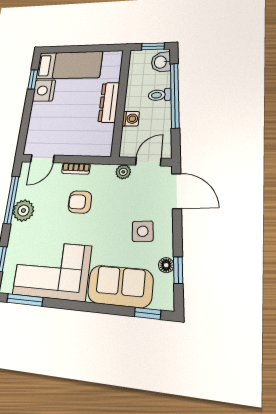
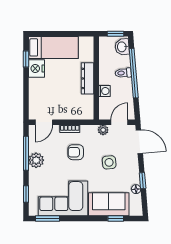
side table: (143, 231) -> (109, 162), moved
window: (178, 270) -> (143, 181), moved
window: (148, 313) -> (116, 219), moved

